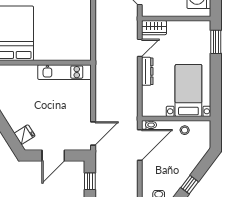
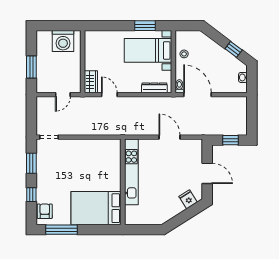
window: (216, 42) -> (145, 26), moved
dresser: (147, 71) -> (154, 88), moved
kitchen unit: (65, 72) -> (131, 172), width x1.36
door: (93, 133) -> (170, 137), moved

